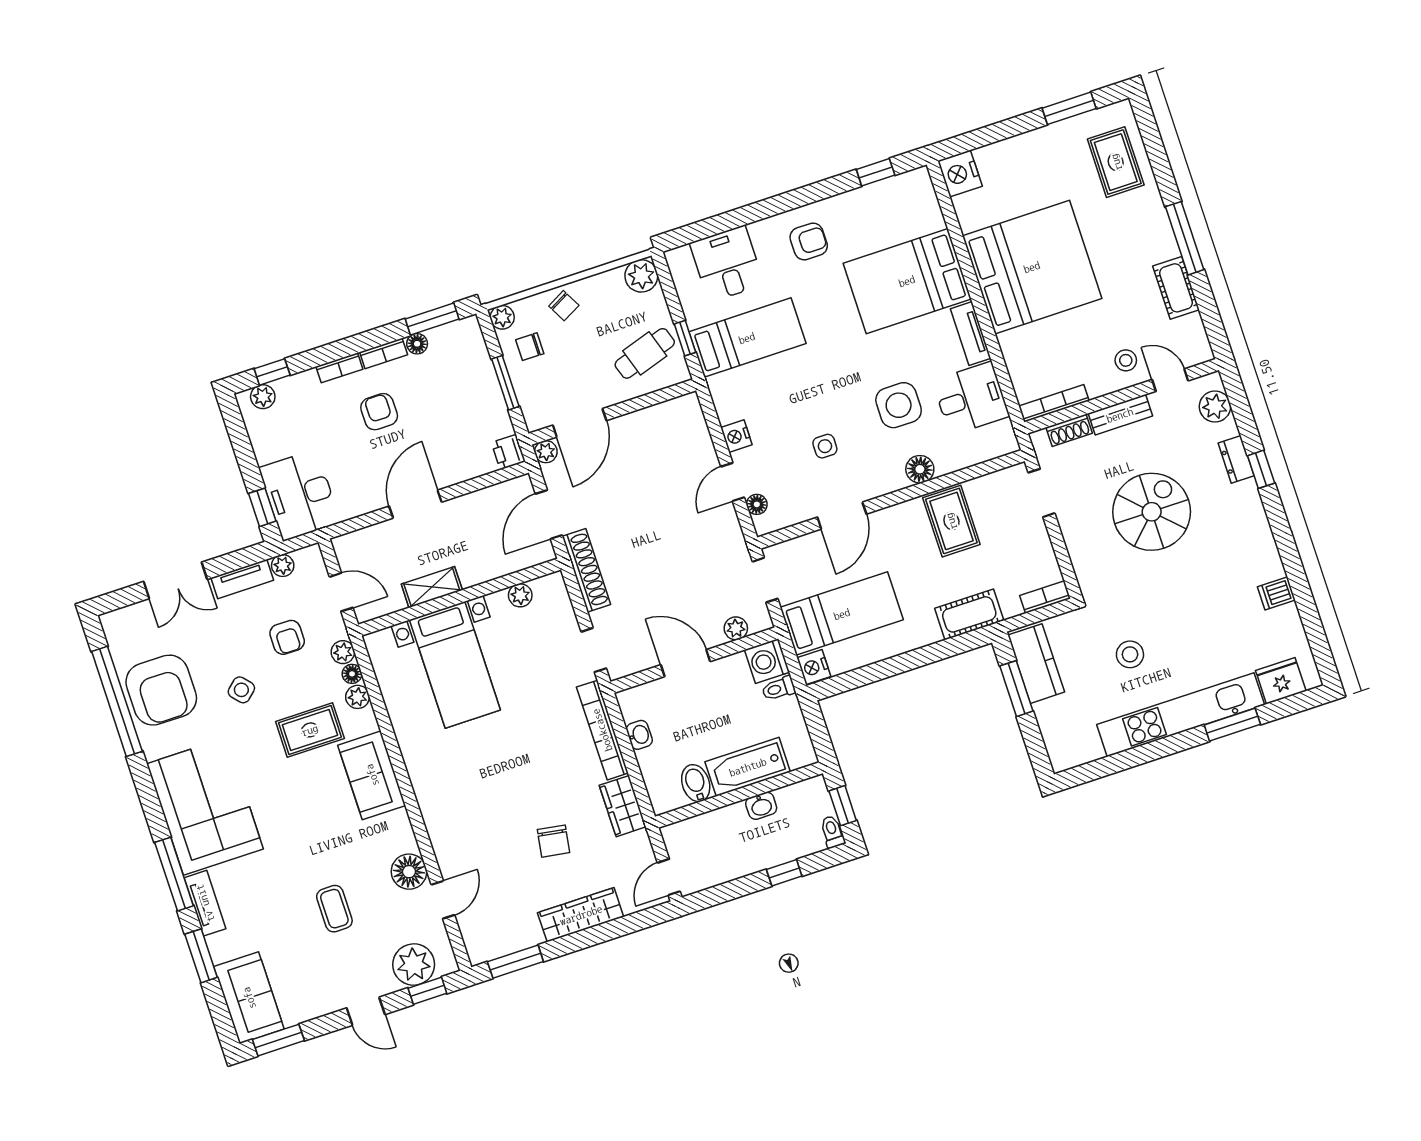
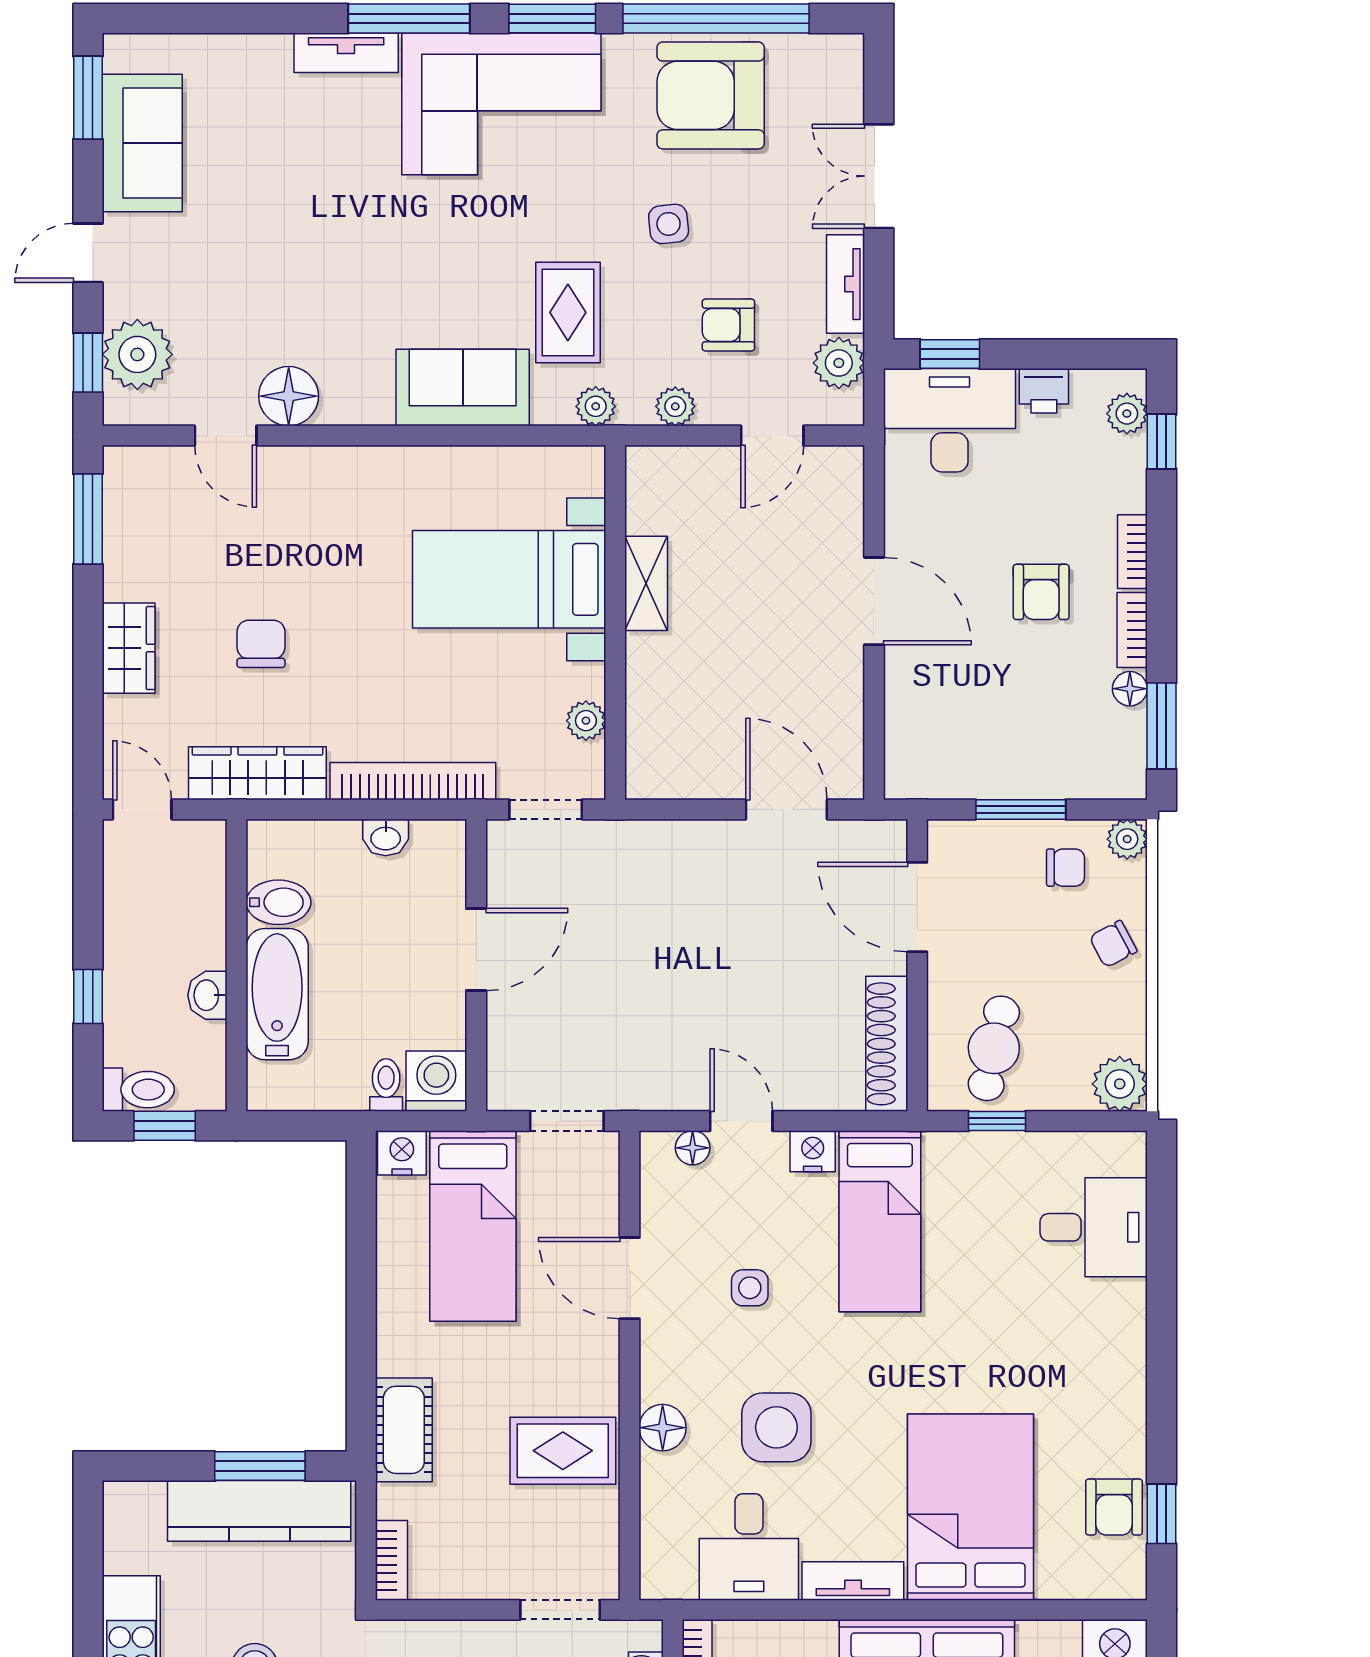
armchair: (809, 241) -> (1114, 1507), moved
bed: (747, 338) -> (880, 1221), moved
chair: (530, 347) -> (1065, 868), turned 90
cafe table: (645, 353) -> (994, 1048), turned 30
armchair: (379, 412) -> (1041, 592), turned 90
printer: (508, 452) -> (1044, 391), moved, turned 180
plant: (546, 452) -> (889, 838), removed
plant: (283, 566) -> (839, 363), width x1.38, depth x1.38
shoe rack: (586, 570) -> (887, 1044), moved, turned 90
shelving: (432, 587) -> (646, 583), moved
plant: (520, 595) -> (586, 721), moved
wall: (460, 597) -> (615, 622), moved
plant: (736, 628) -> (505, 1049), removed
kitchen counter: (1036, 664) -> (259, 1511), width x1.50
bed with nightstands: (455, 665) -> (509, 579), moved
floor lamp: (352, 674) -> (636, 410), removed
side table: (241, 690) -> (669, 224), turned 36
wardrobe: (623, 806) -> (257, 773), width x1.50
toilet: (832, 832) -> (138, 1090), width x1.37, depth x1.39
chair: (554, 841) -> (261, 644), turned 81
coffee table: (334, 909) -> (269, 257), removed
wardrobe: (581, 915) -> (129, 648), width x0.67
window: (201, 956) -> (552, 19), moved
sofa: (249, 998) -> (142, 143), moved, turned -90

